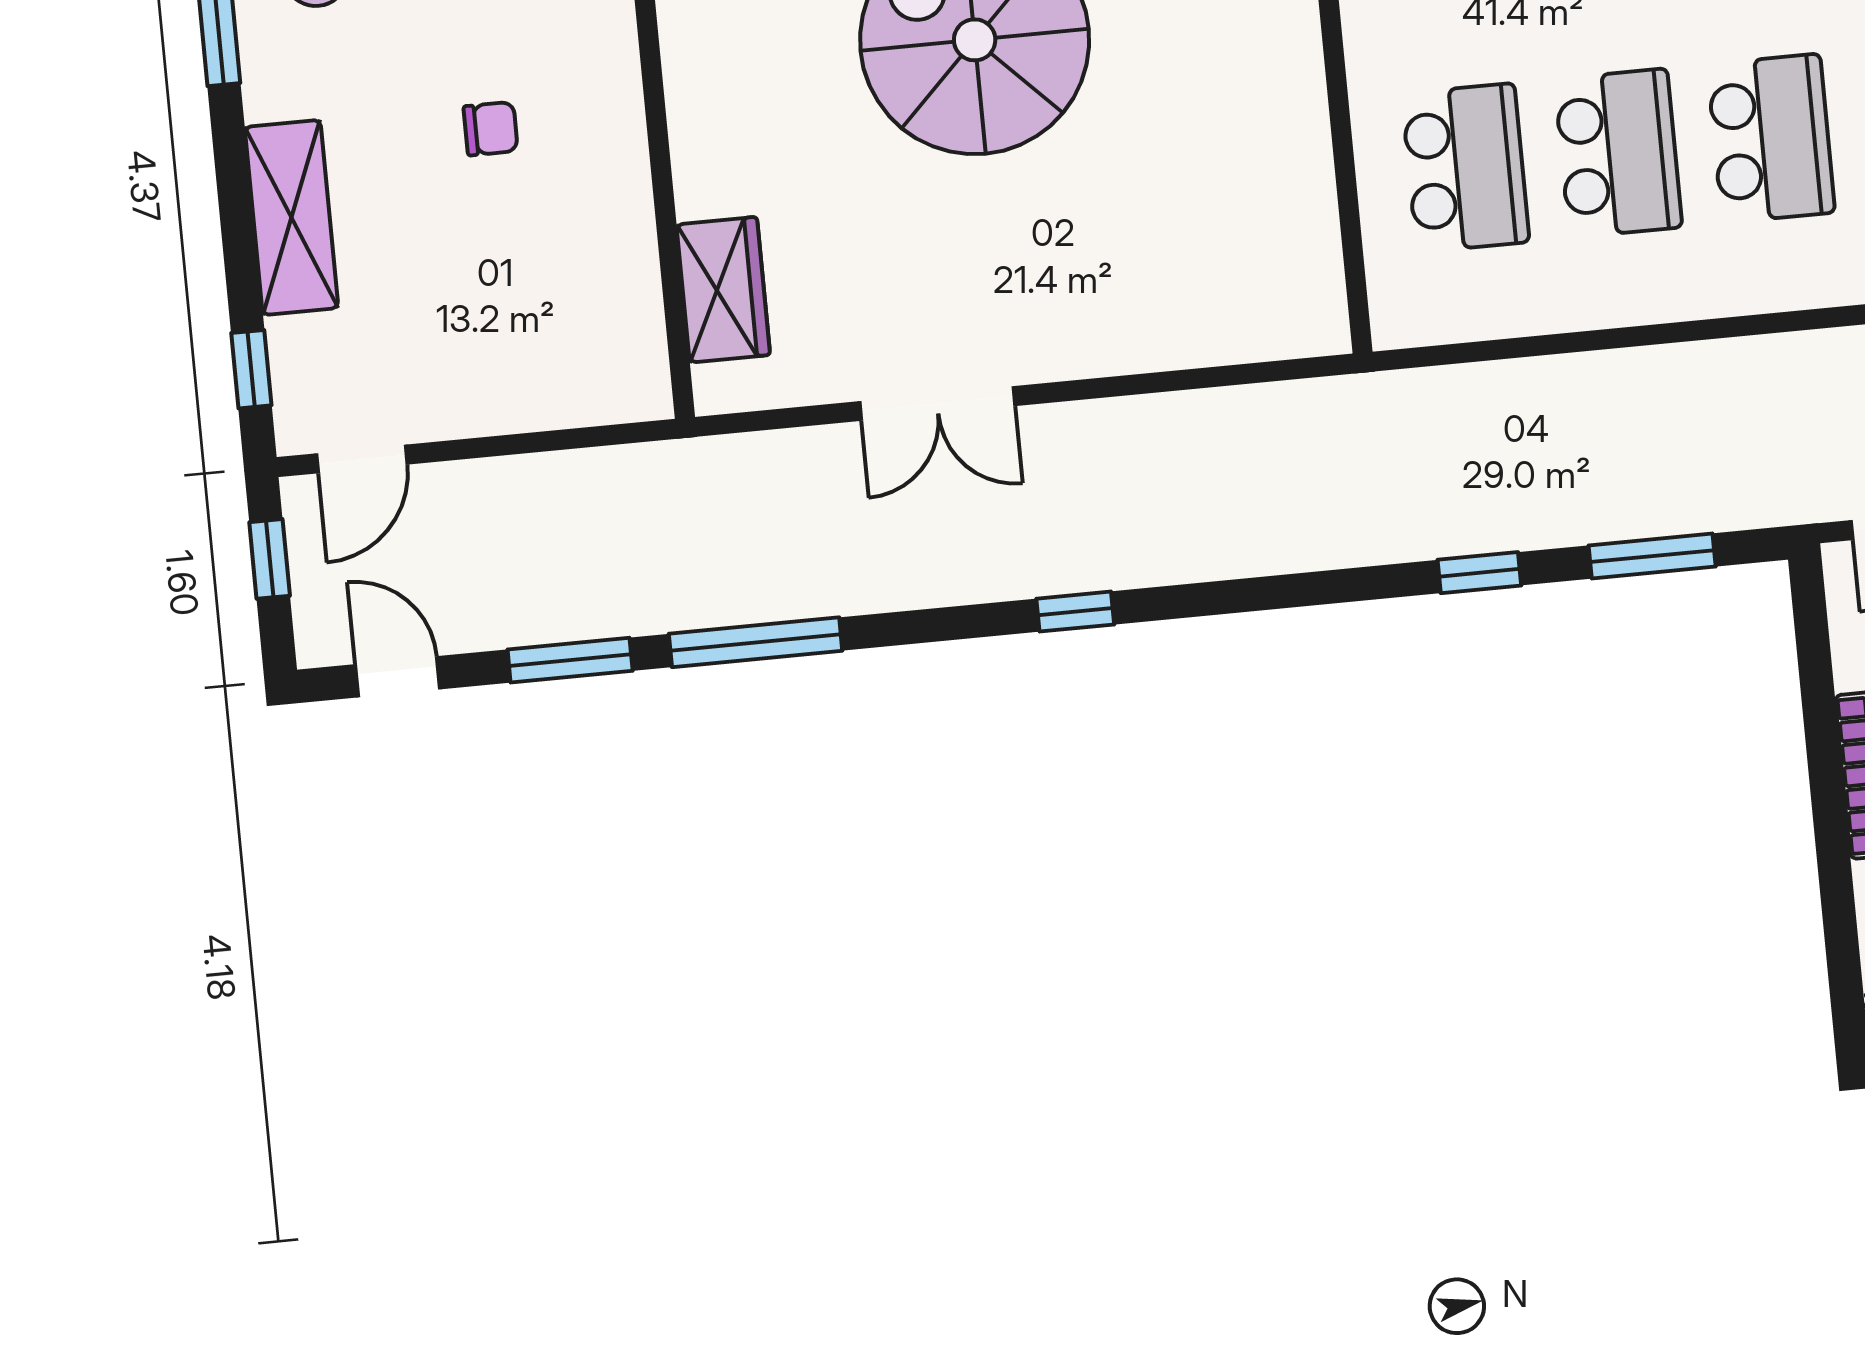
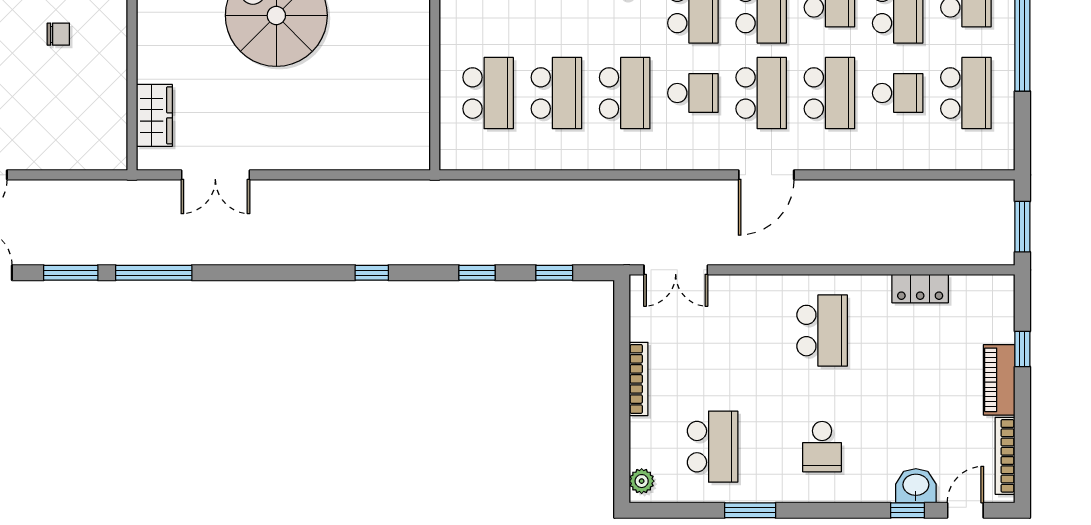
double door: (937, 404) -> (215, 175), moved
window: (1652, 556) -> (554, 273), width x0.67
window: (1075, 612) -> (372, 273), moved

